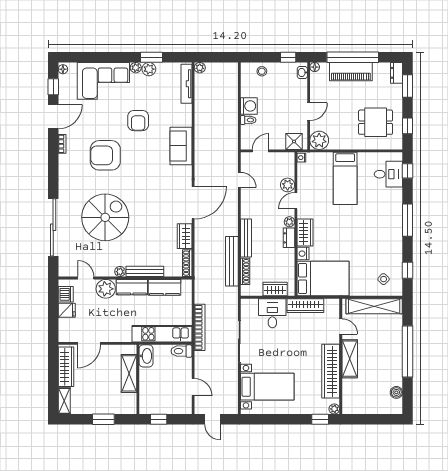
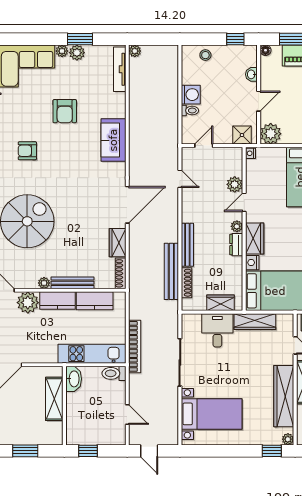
washbasin: (302, 72) -> (251, 74), moved
armchair: (105, 155) -> (27, 151), width x0.53, depth x0.53

